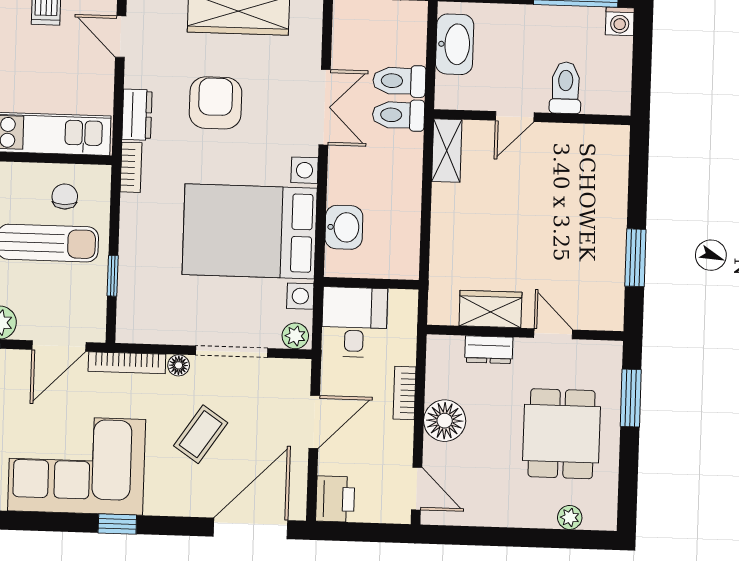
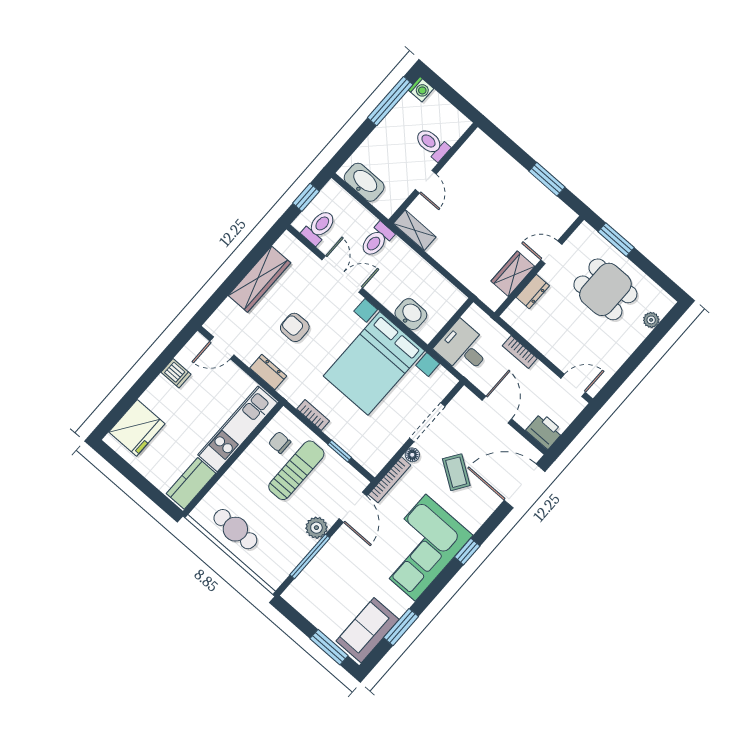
toilet: (399, 81) -> (319, 227), moved, turned 180
armchair: (215, 103) -> (295, 327), width x0.72, depth x0.72
bookcase: (131, 167) -> (313, 415), moved
plant: (295, 336) -> (446, 384), removed
floor lamp: (445, 421) -> (550, 343), removed
door: (251, 528) -> (525, 486), hinge flipped

